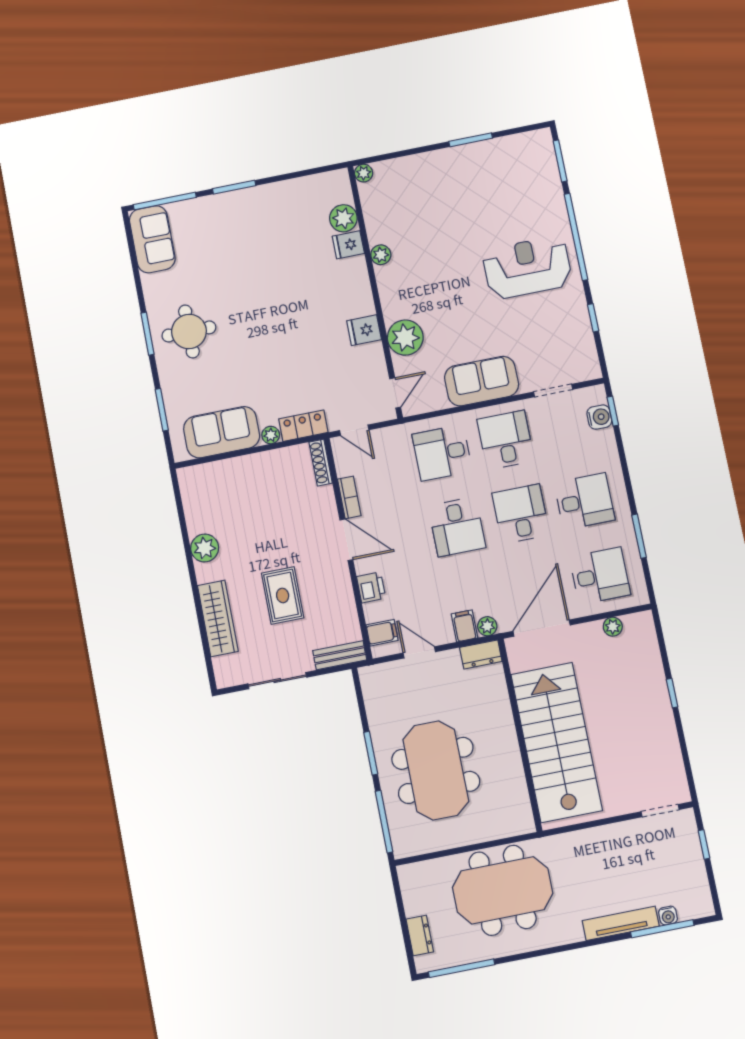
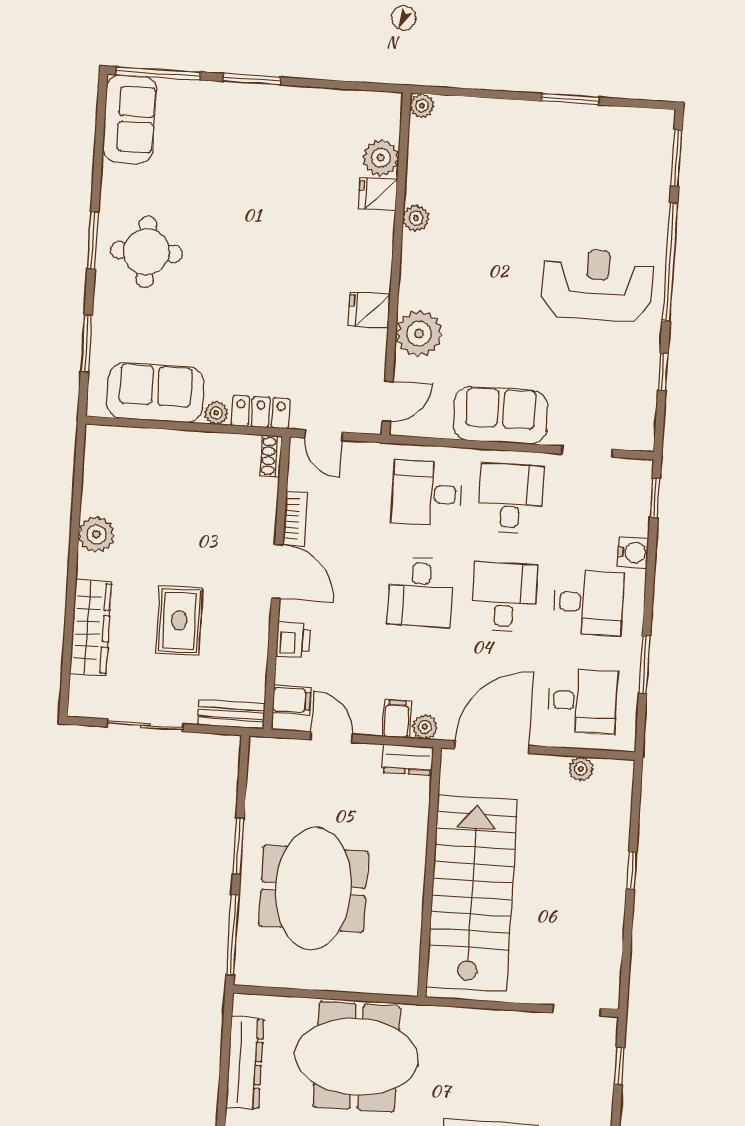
water cooler: (599, 417) -> (633, 552), moved
shoe rack: (321, 463) -> (271, 456), width x0.70
dresser: (420, 936) -> (245, 1063), width x1.96, depth x1.24

